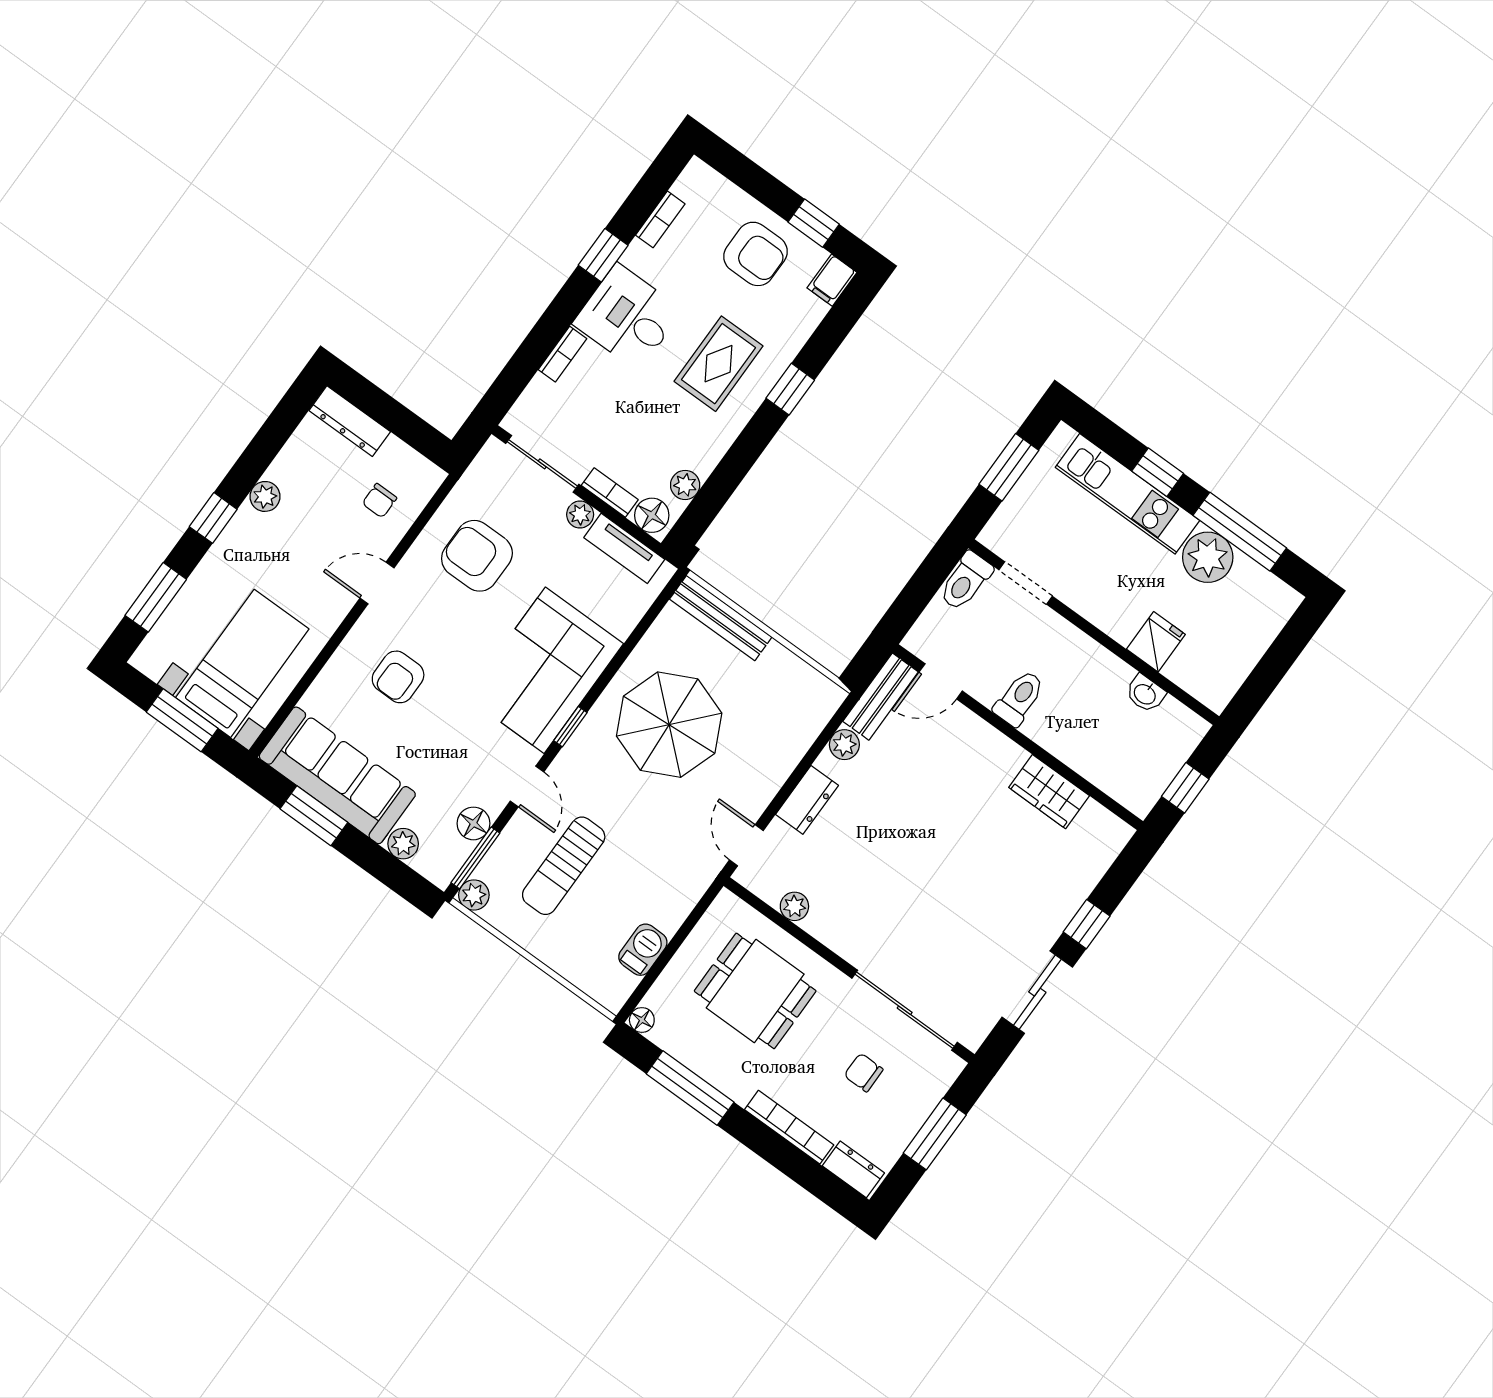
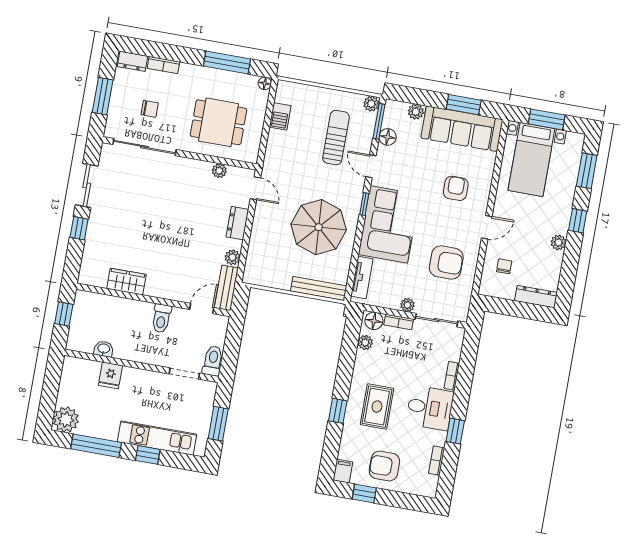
tv unit: (624, 548) -> (362, 278), moved, turned 90
plant: (1208, 557) -> (66, 420), moved
bookcase: (789, 1127) -> (163, 65), width x0.64

